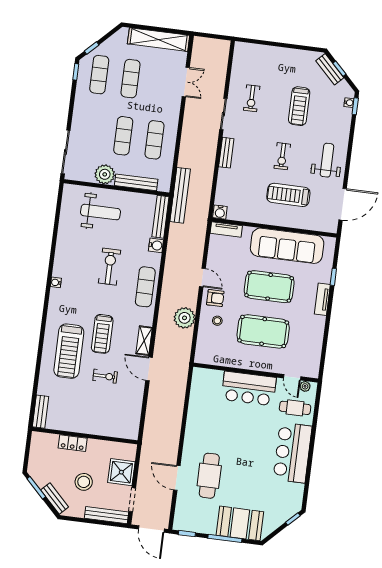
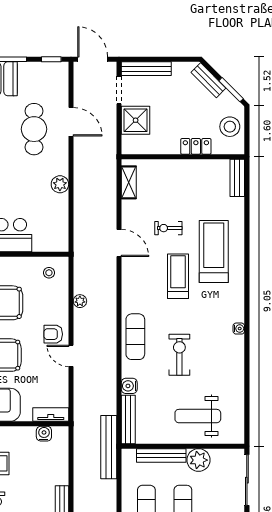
water cooler: (220, 212) -> (44, 434), moved
exercise bike: (110, 267) -> (179, 355), turned 180
plant: (184, 318) -> (80, 301), width x0.53, depth x0.53
stool: (217, 321) -> (49, 273), moved
shelving: (144, 341) -> (129, 182), moved
plant: (193, 426) -> (60, 184), added
stool: (84, 482) -> (230, 127), moved

